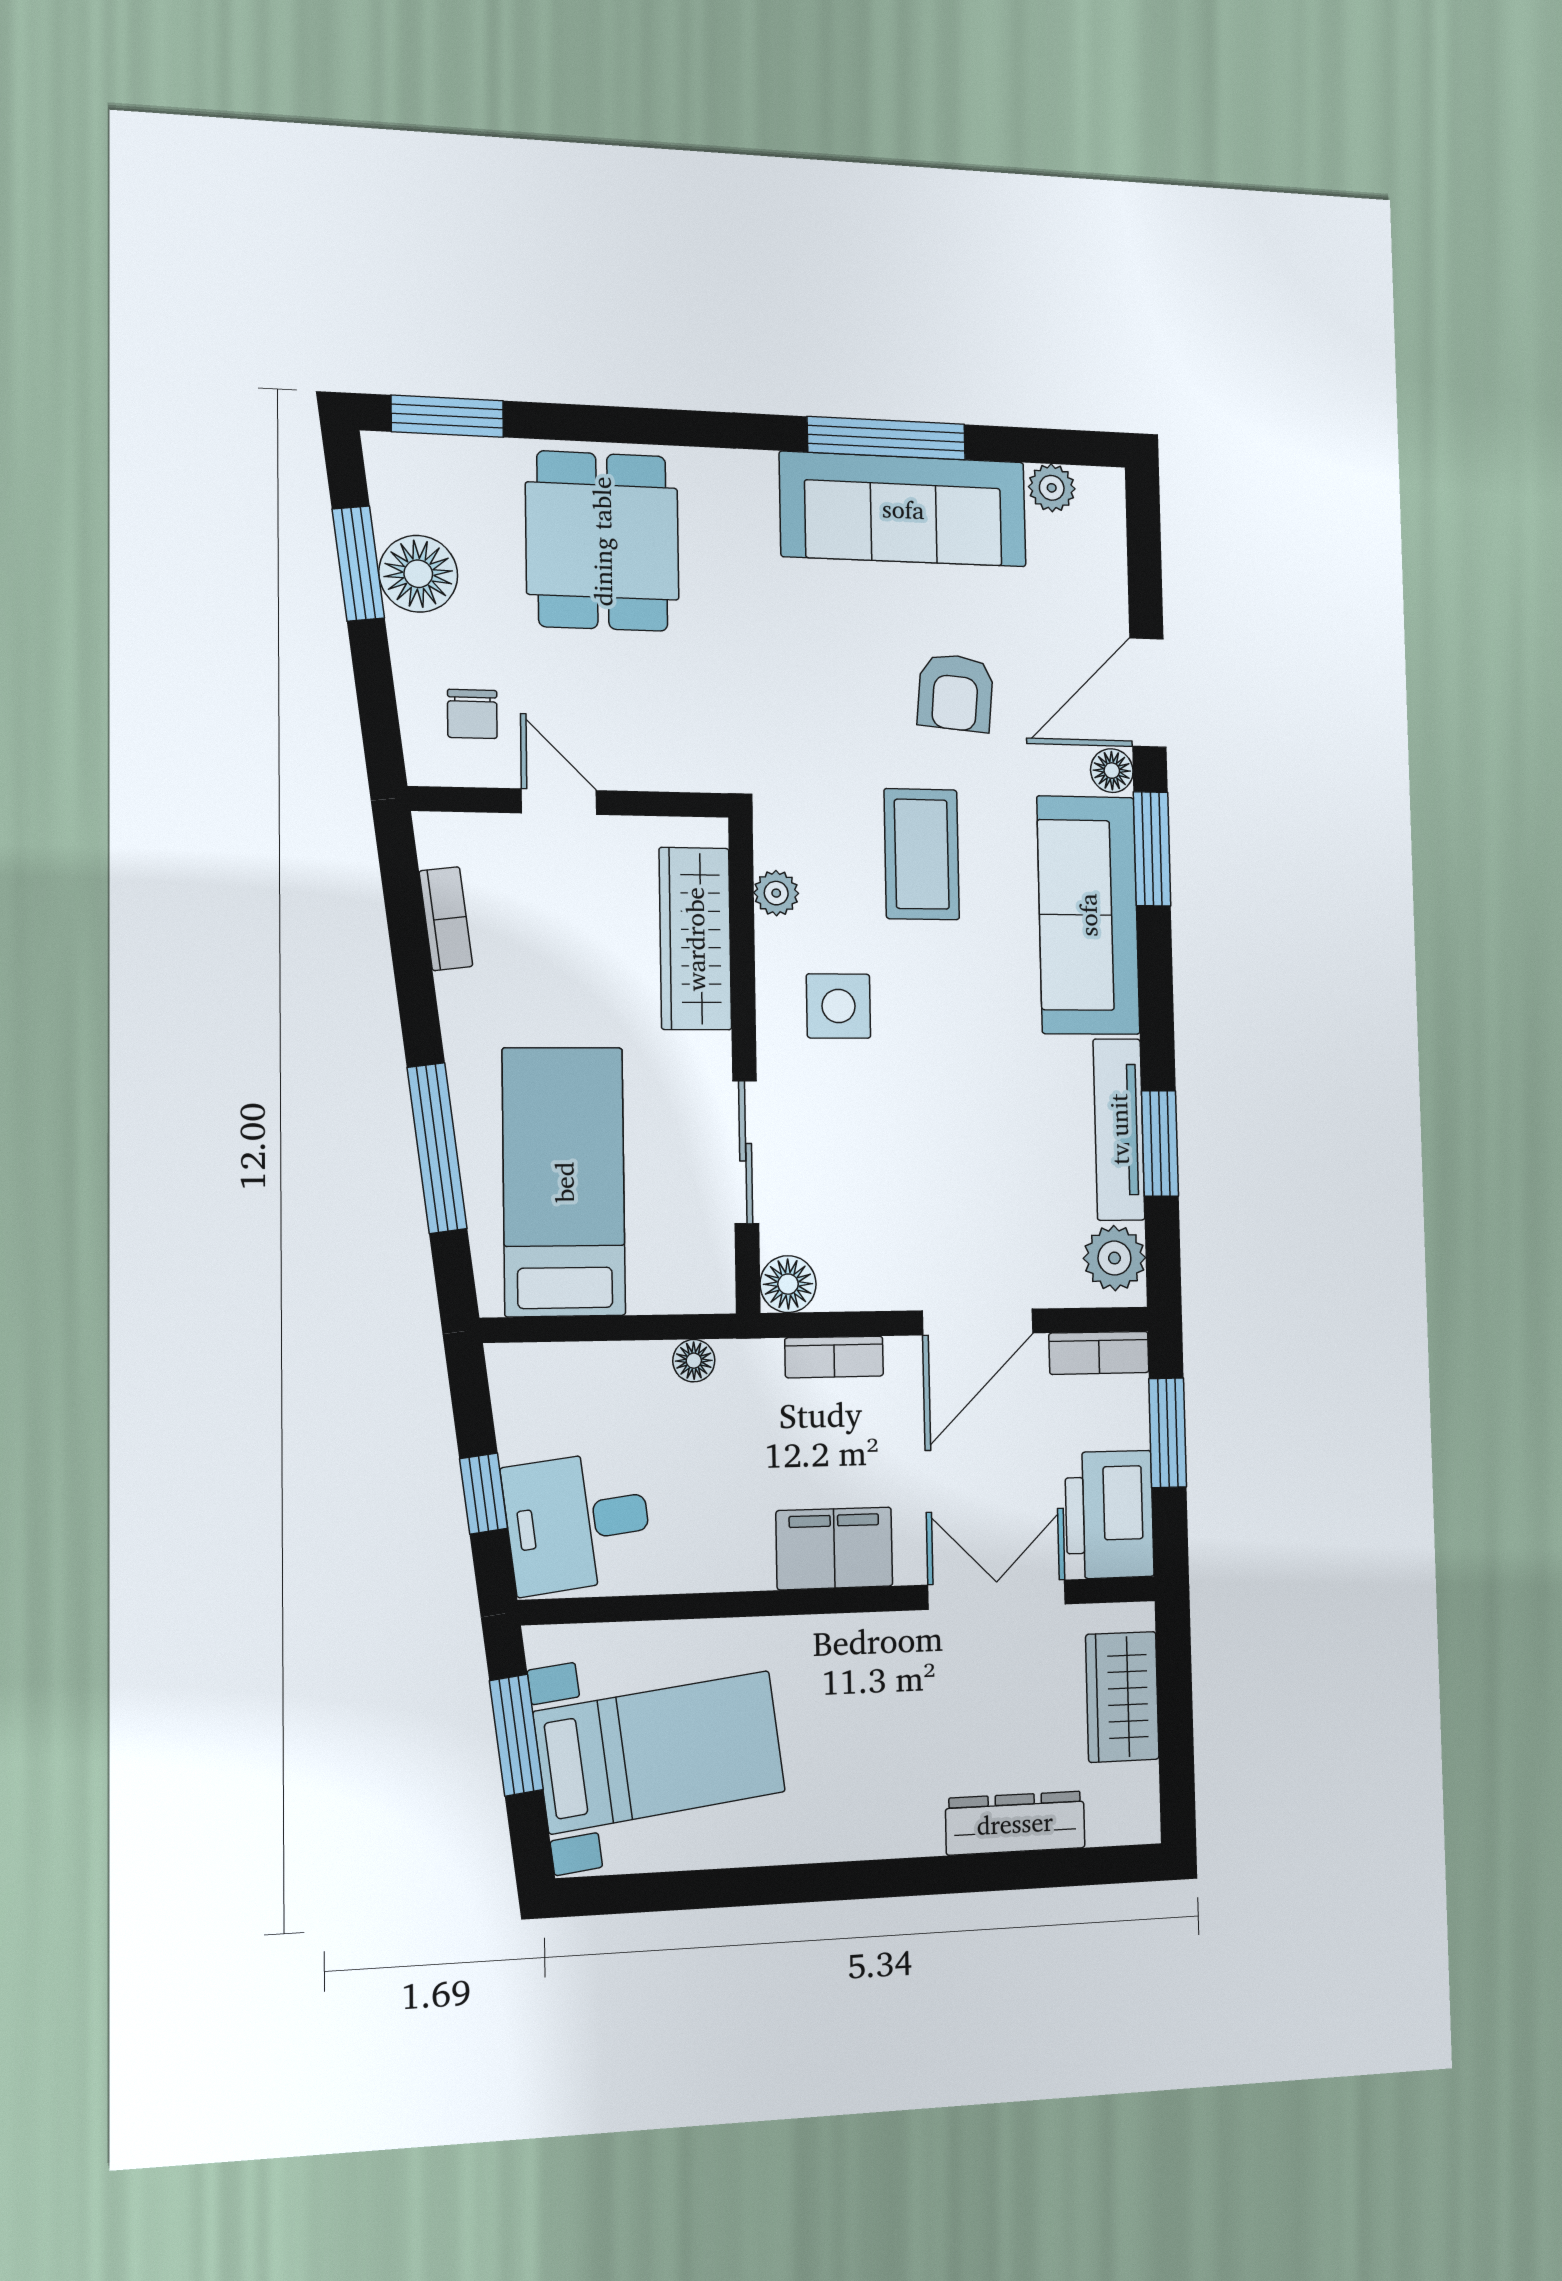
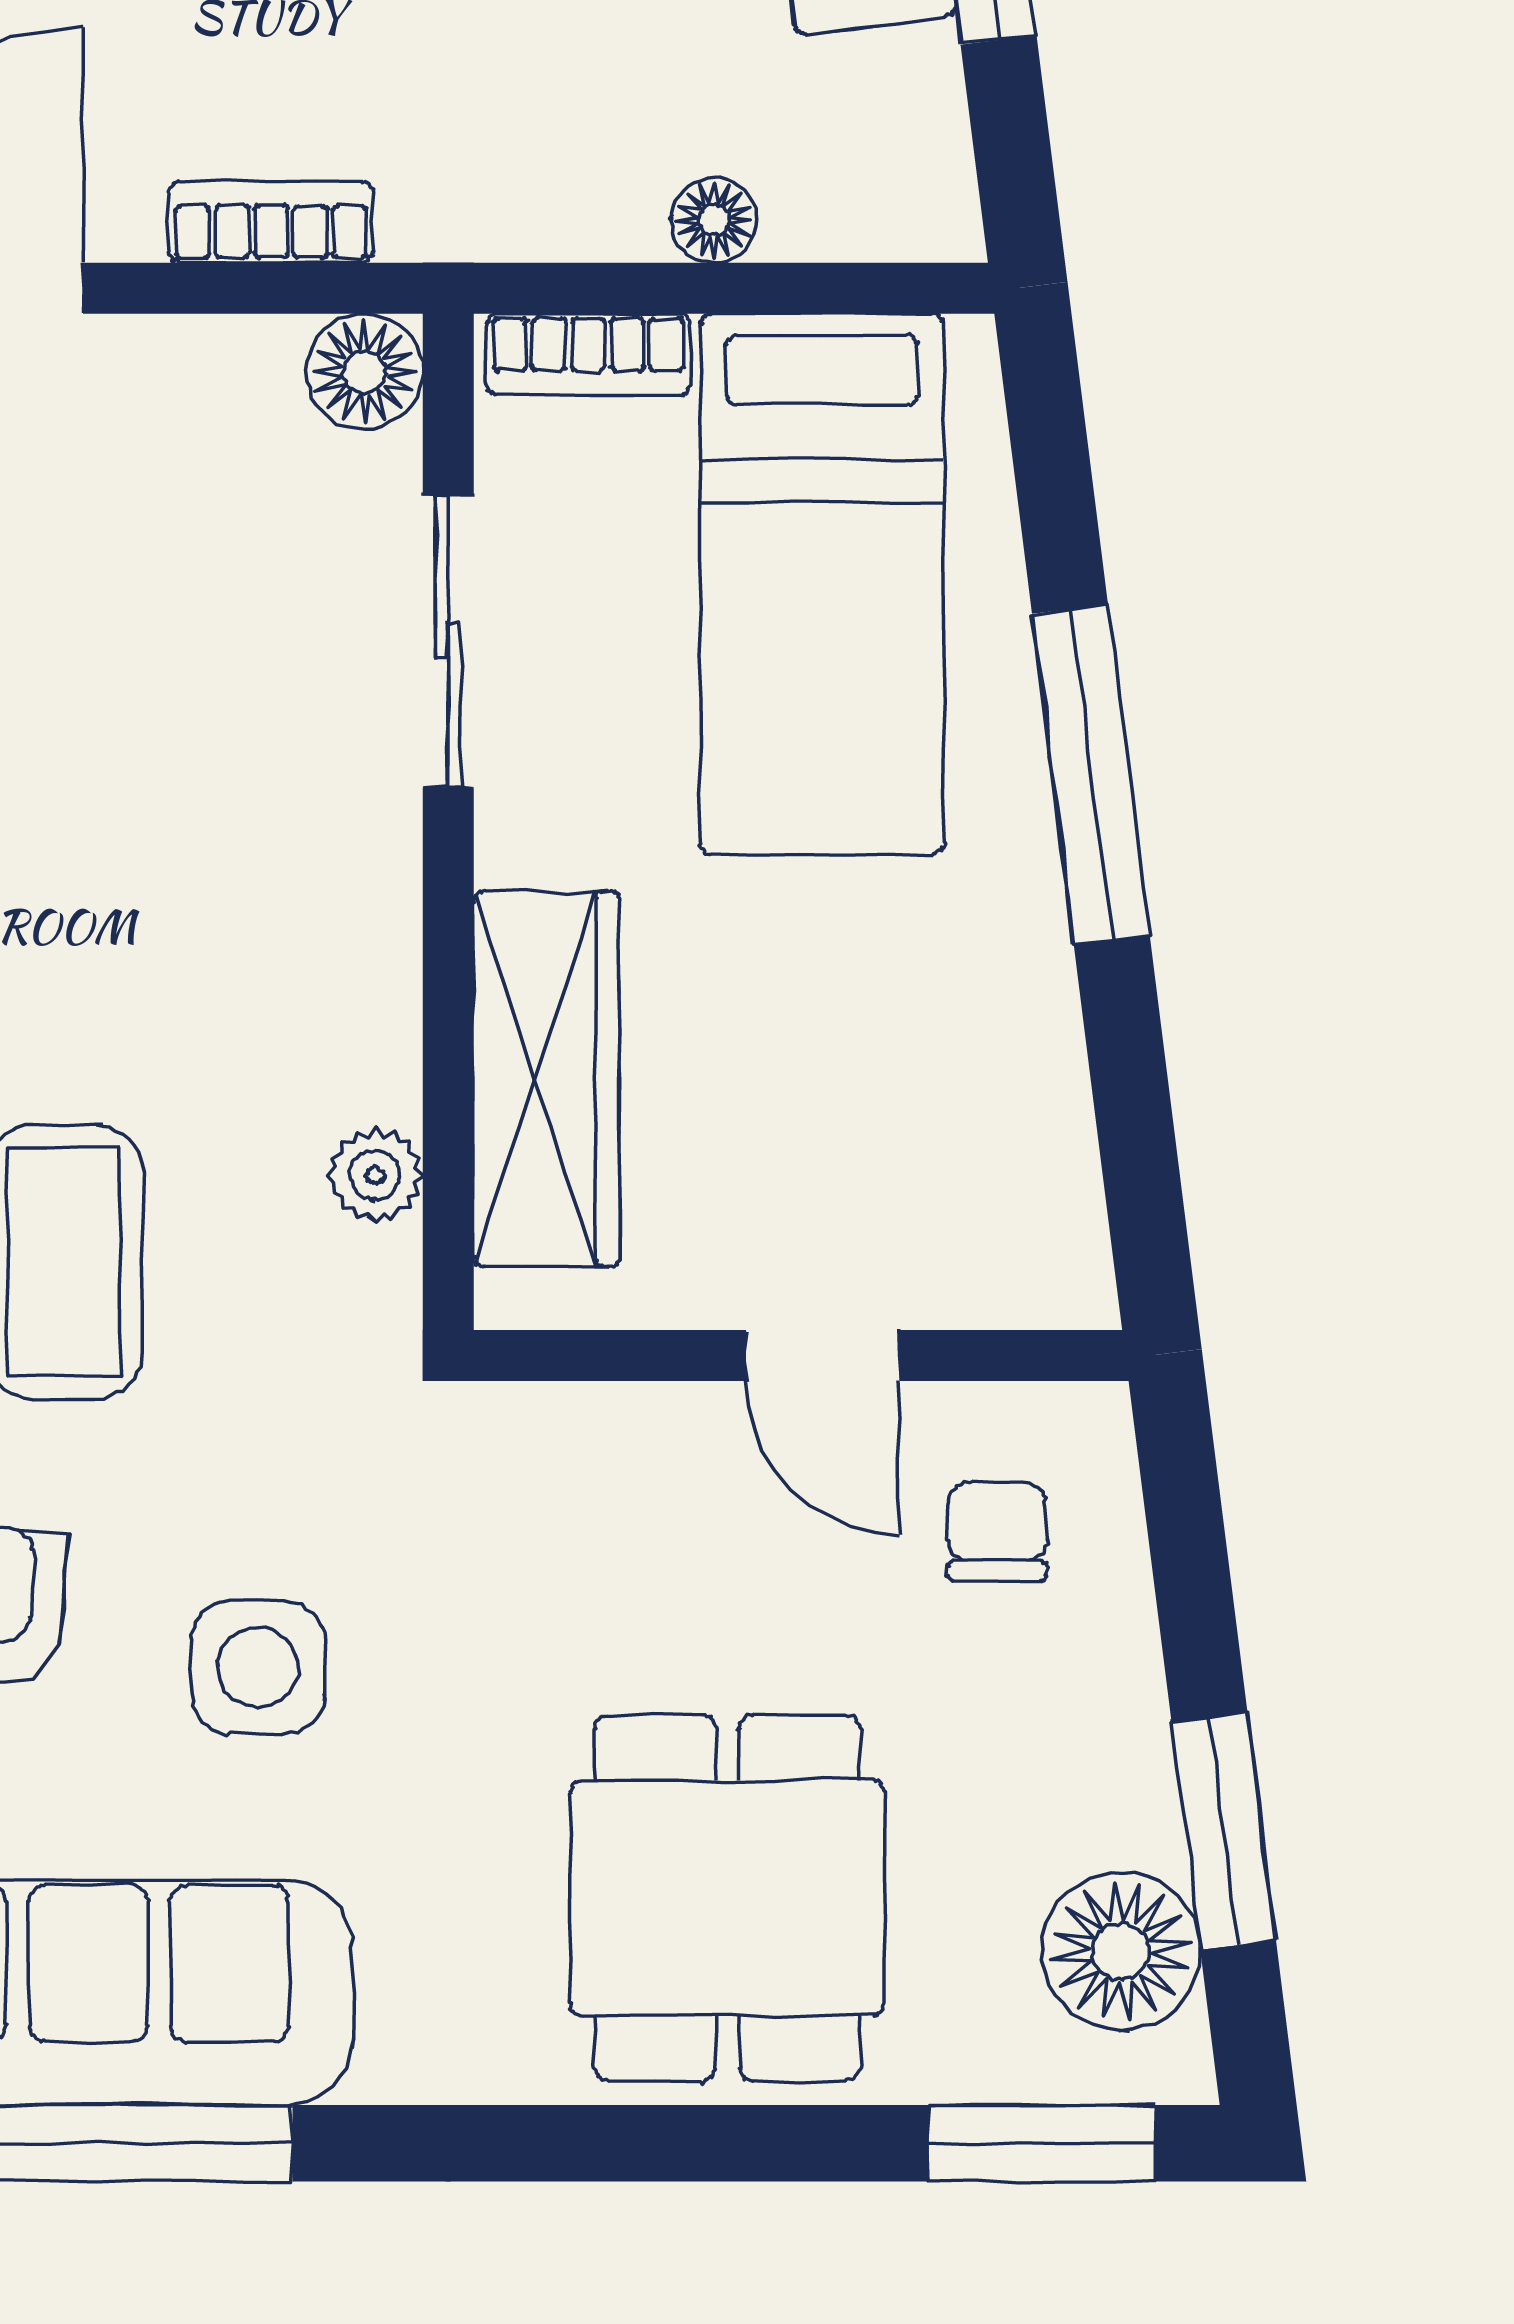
floor lamp: (418, 574) -> (1121, 1951), moved
bookcase: (446, 919) -> (588, 354), moved, turned -83
side table: (839, 1006) -> (258, 1667), moved
window: (437, 1148) -> (1091, 775), moved
floor lamp: (694, 1361) -> (714, 220), moved

